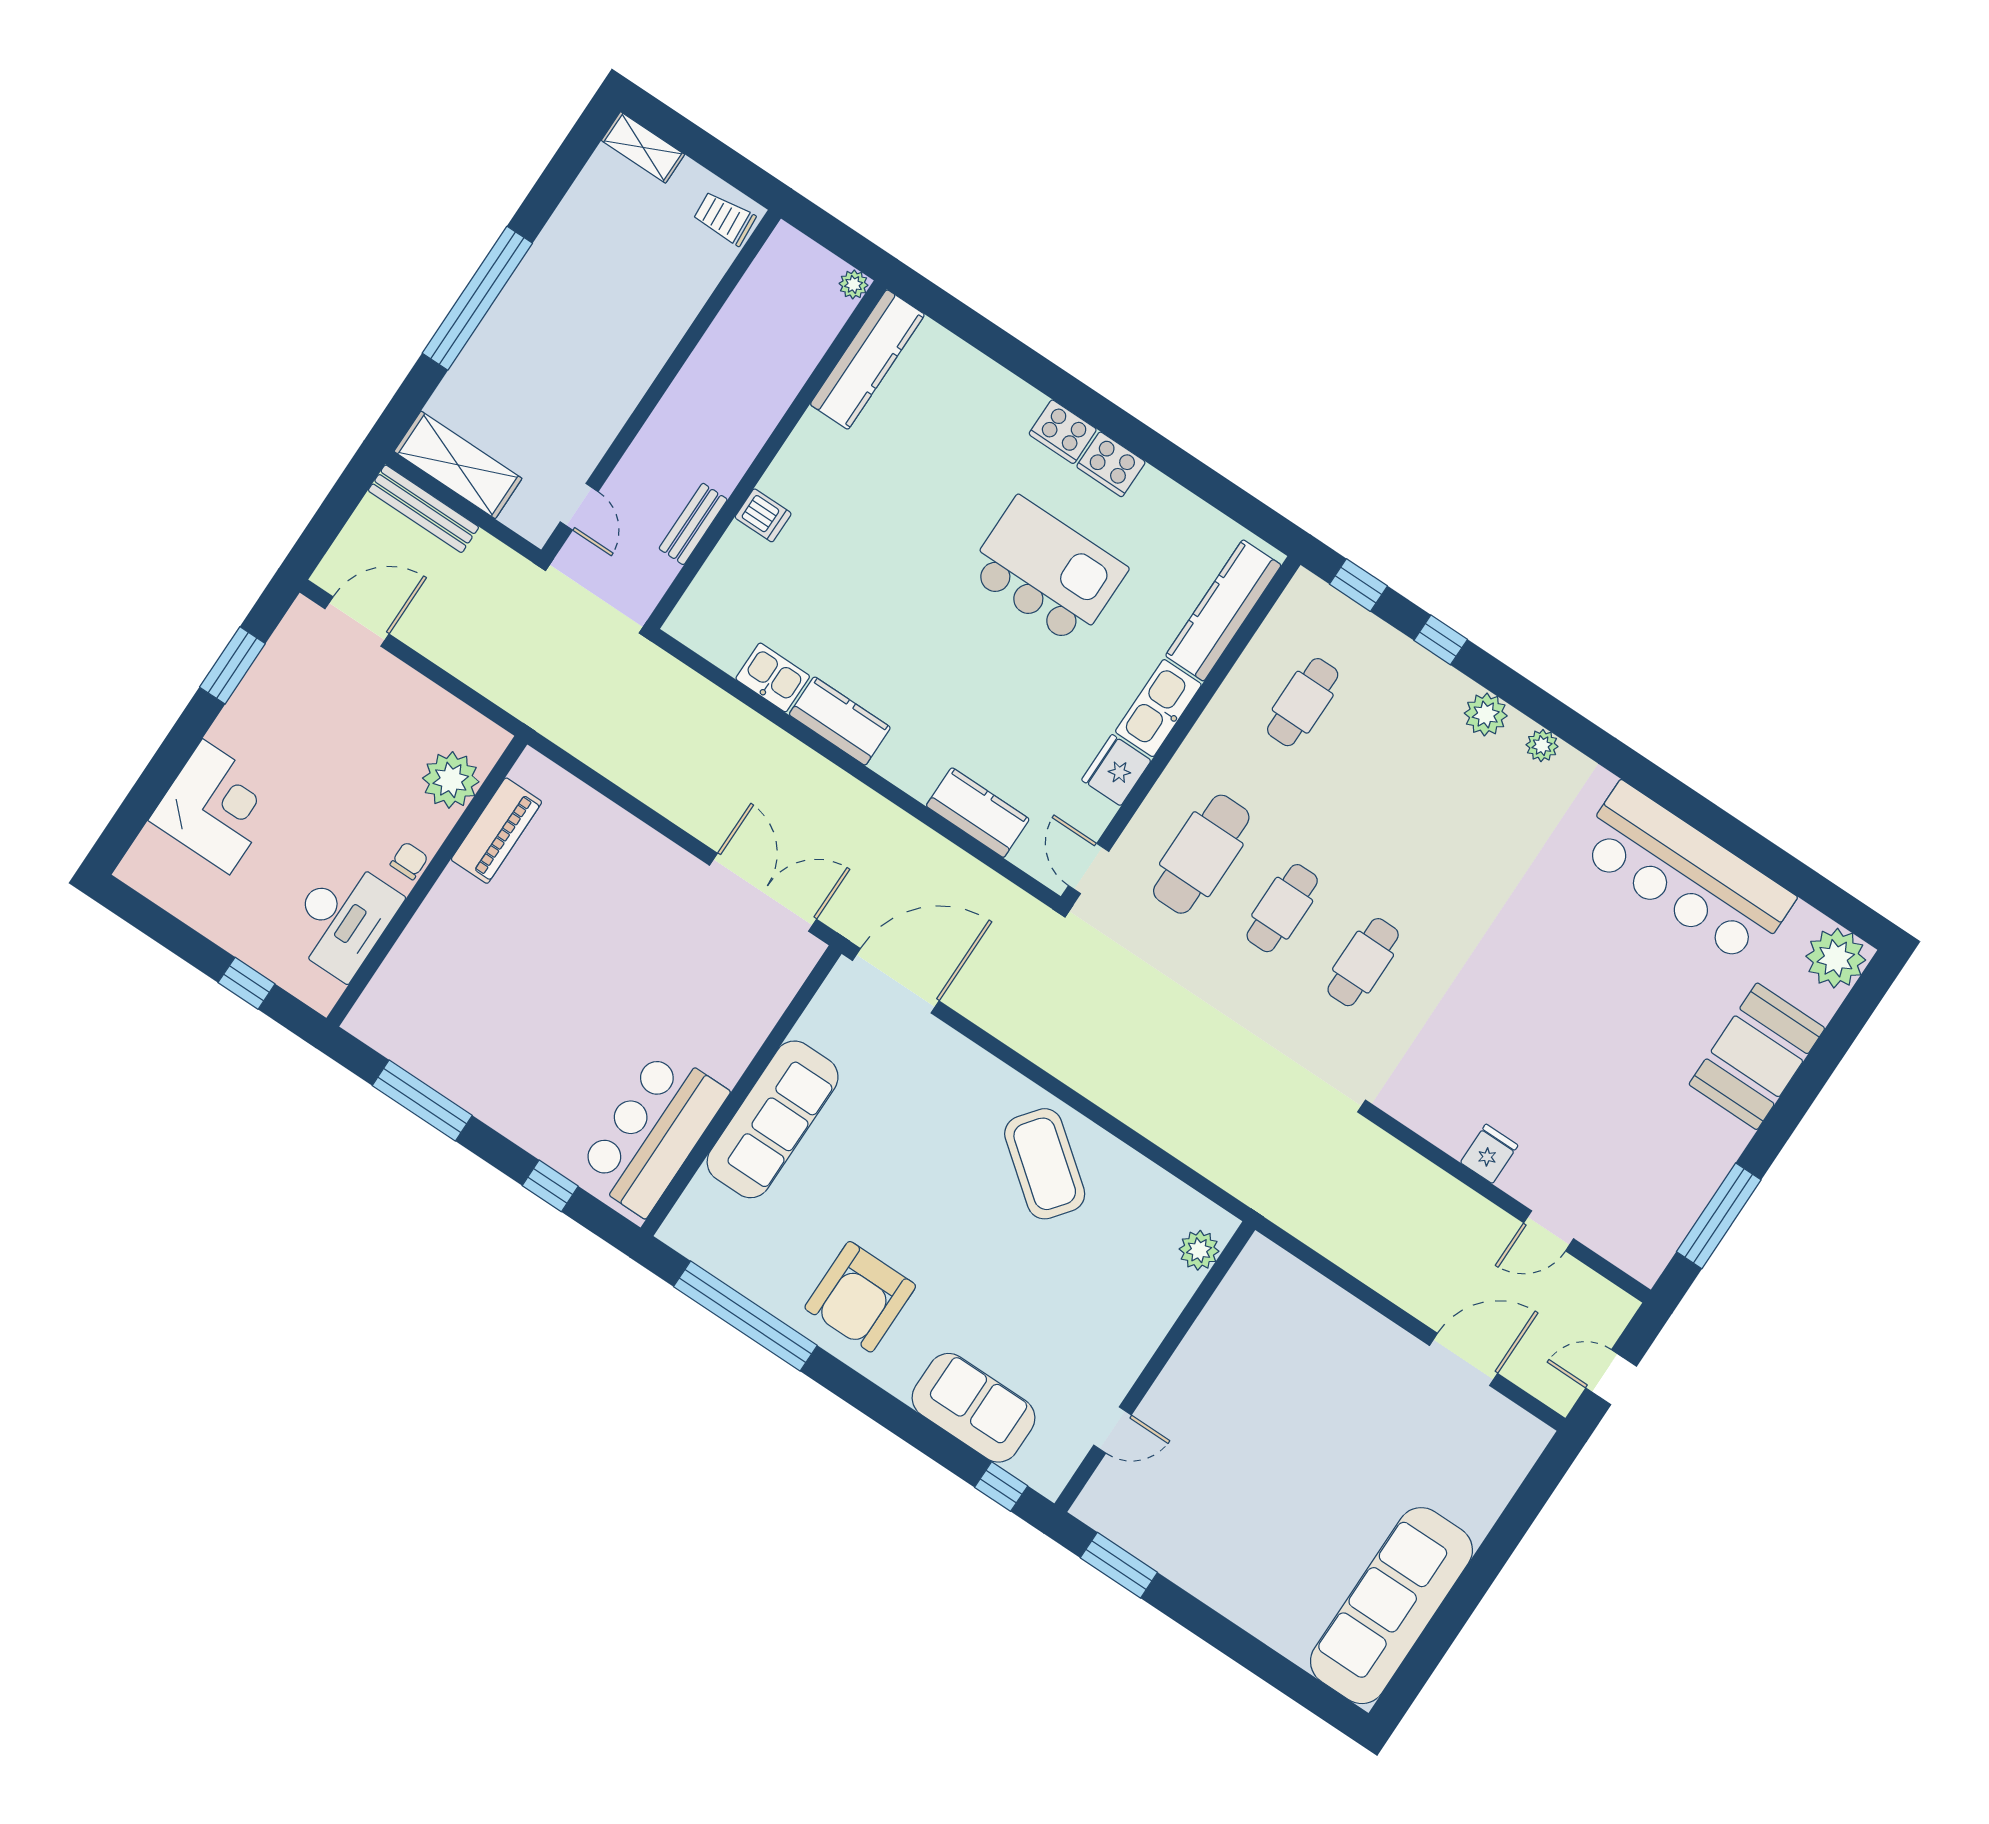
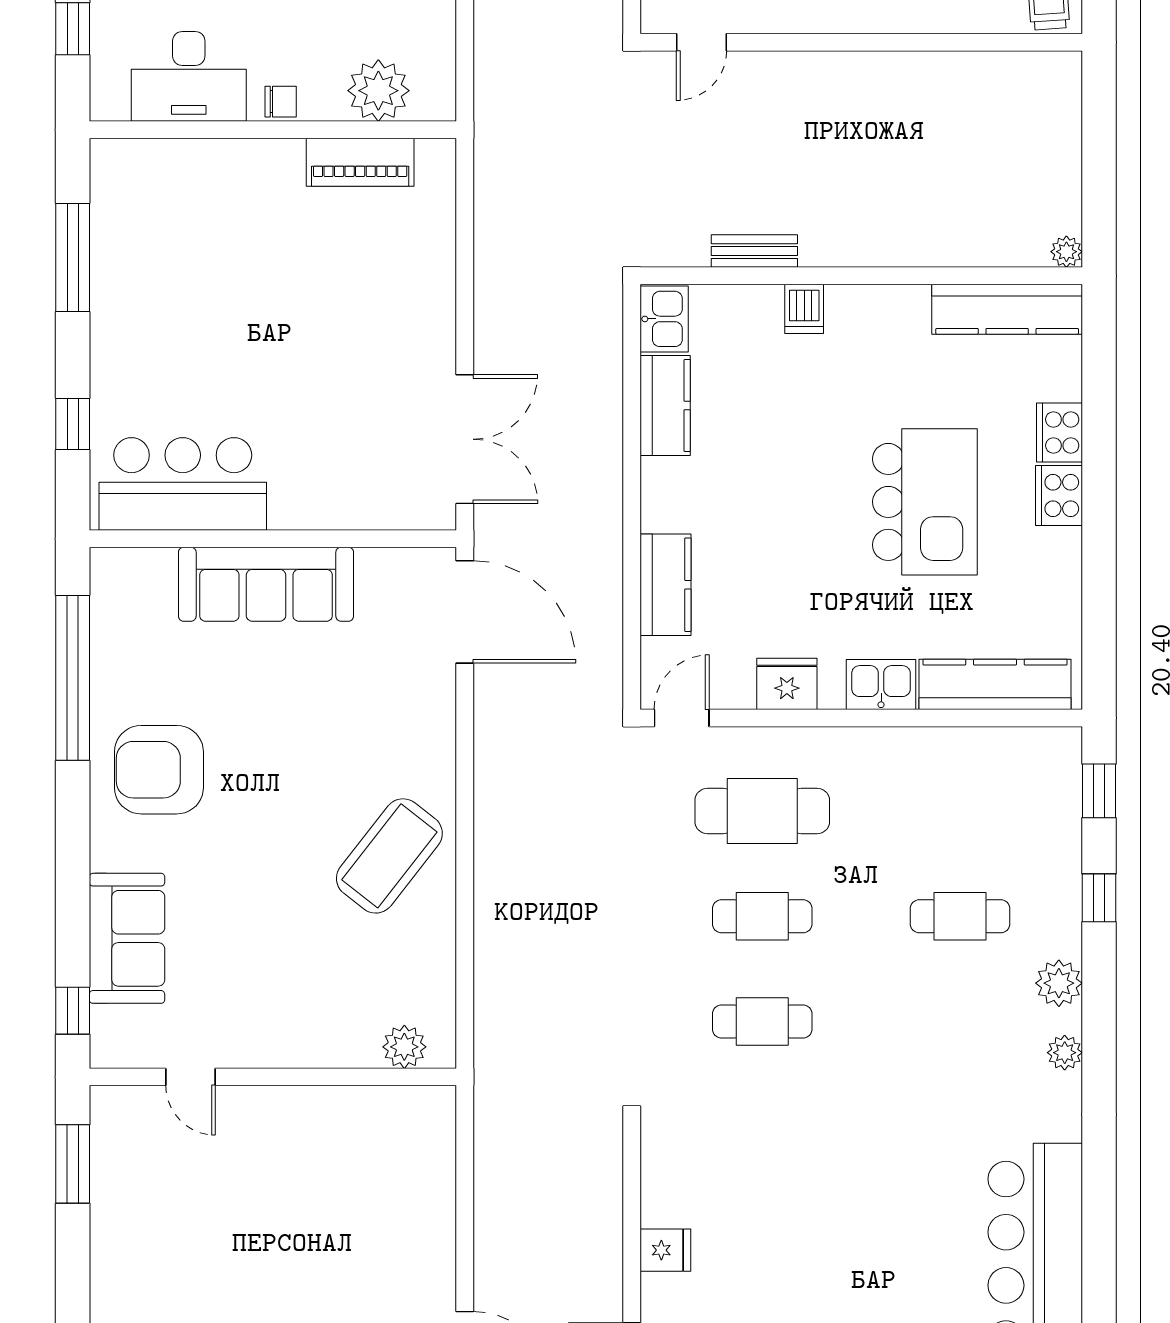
plant: (854, 284) -> (1066, 252), moved
kitchen counter: (867, 360) -> (1007, 309), moved
wall: (767, 455) -> (861, 276), moved
dishwasher: (763, 515) -> (804, 309), moved
bench: (693, 524) -> (754, 251), moved
cafe table: (1303, 702) -> (960, 916), moved
kitchen sink: (1158, 708) -> (881, 685), width x0.73

